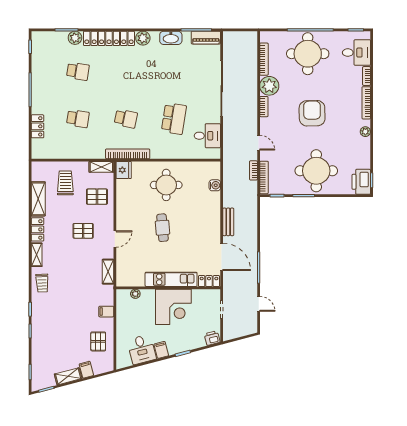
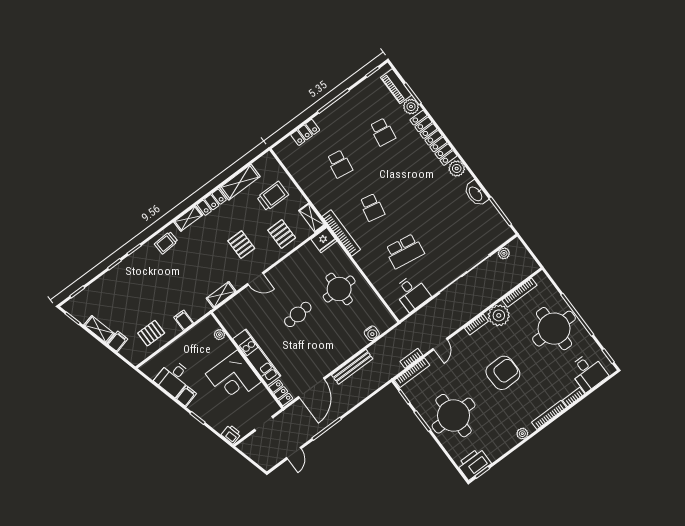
piano: (206, 38) -> (396, 86), moved
plant: (228, 49) -> (504, 253), added
bench: (228, 222) -> (352, 367), width x1.36

